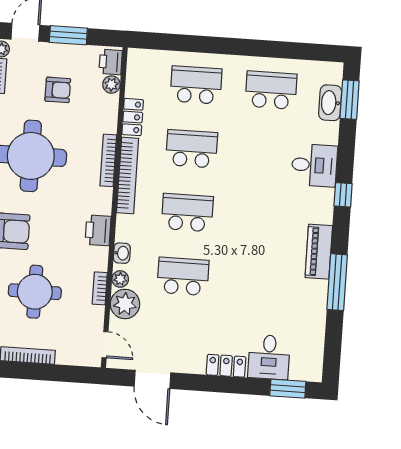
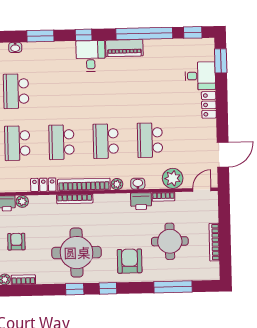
armchair: (58, 90) -> (16, 242), moved
window: (350, 100) -> (40, 36), moved
washbasin: (330, 103) -> (15, 47), width x0.52, depth x0.69
desk: (314, 165) -> (91, 56), moved
printer: (98, 230) -> (141, 201), moved
plant: (120, 279) -> (117, 184), moved
window: (337, 282) -> (144, 34), width x1.46
window: (332, 352) -> (193, 32), added

